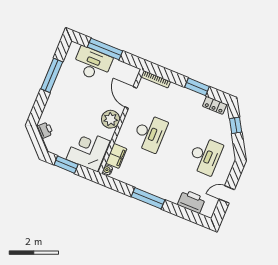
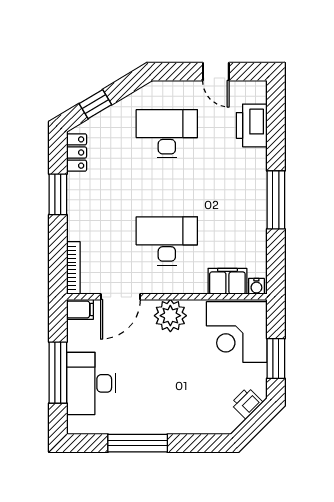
filing cabinet: (133, 74) -> (80, 309), added
printer: (45, 130) -> (247, 403), moved

